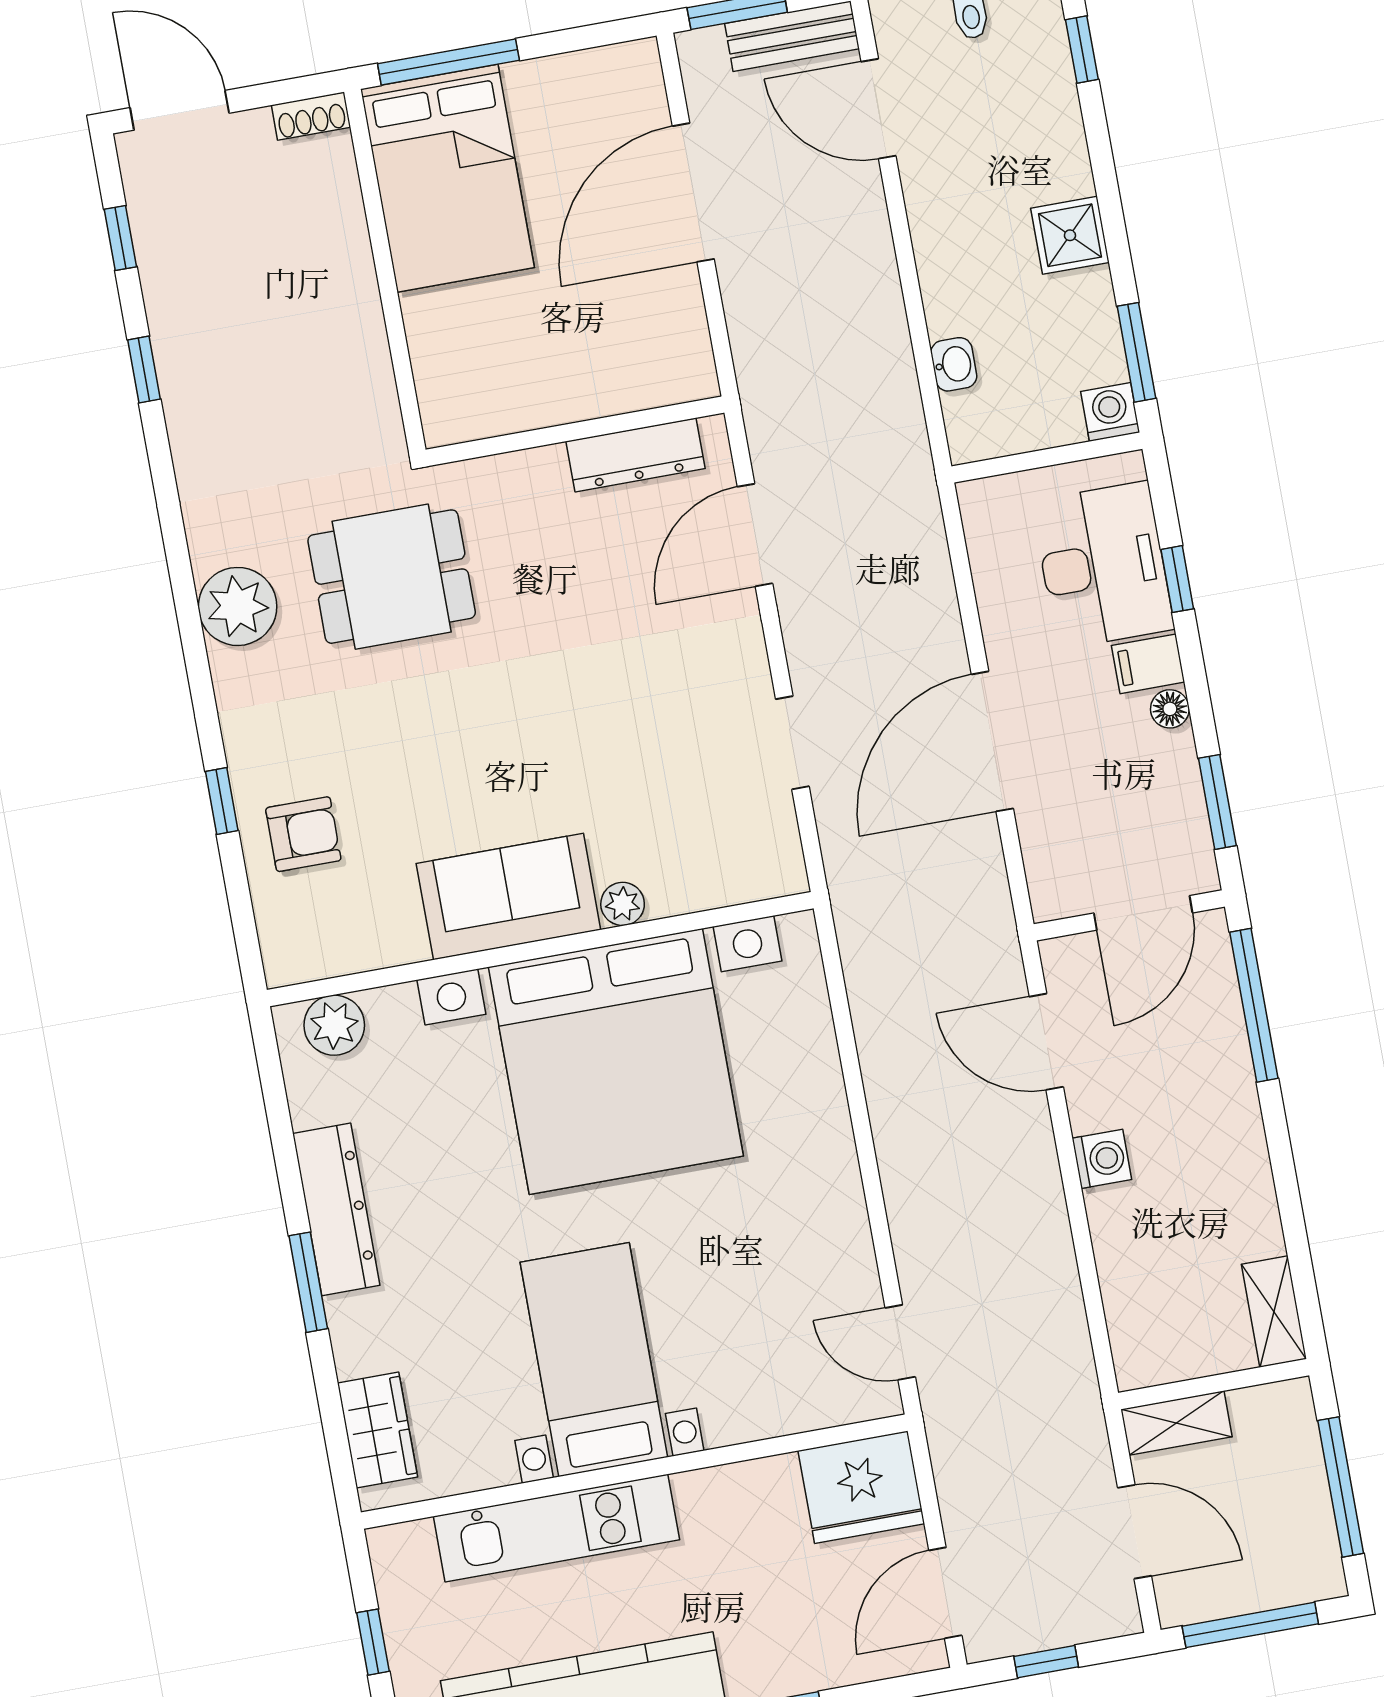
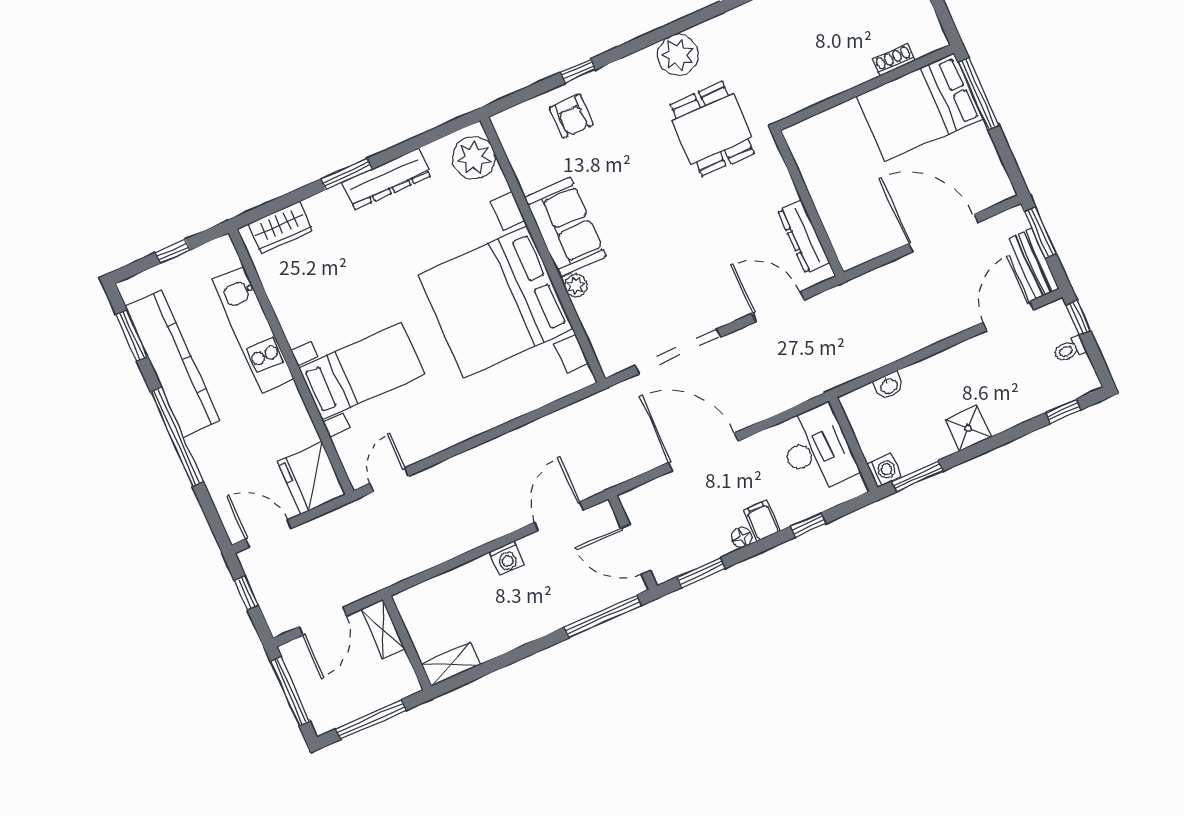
shoe rack: (311, 116) -> (894, 60), moved, turned 90
desk: (1103, 565) -> (817, 449), moved, turned -90
doorway: (792, 743) -> (678, 351), width x1.87
plant: (334, 1025) -> (474, 158), width x1.36, depth x1.36
bed with nightstands: (594, 1360) -> (362, 371), moved

